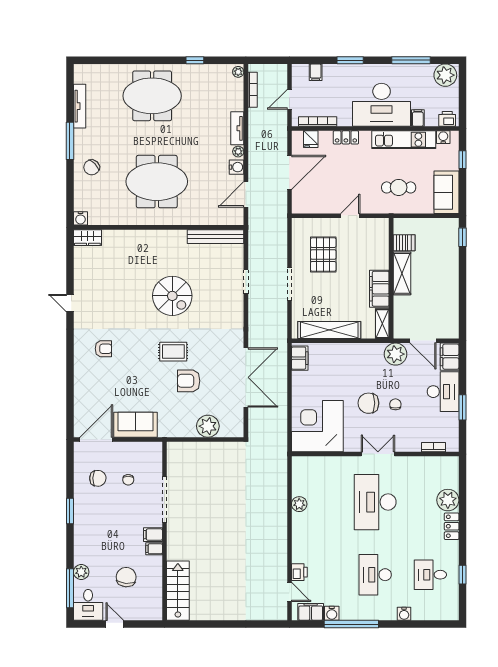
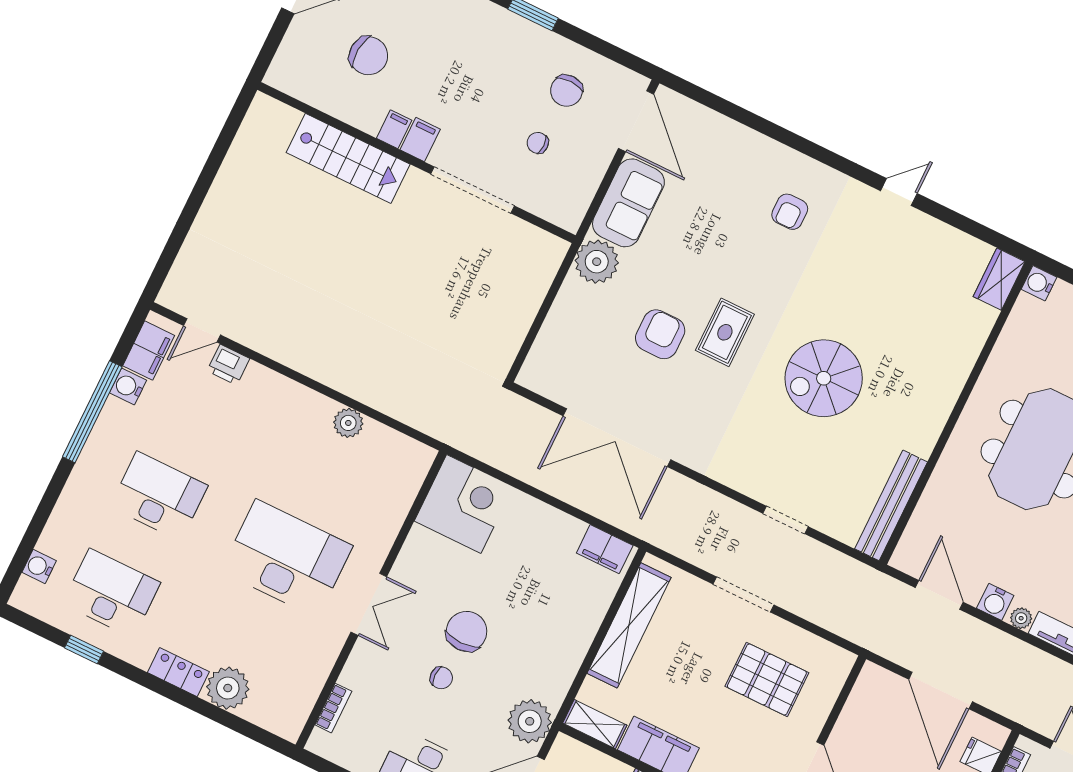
plant: (208, 426) -> (597, 262), moved
corner desk: (317, 426) -> (464, 504), width x0.74, depth x0.74
desk: (430, 575) -> (111, 593), width x1.37
stairs: (178, 591) -> (348, 158), moved
water cooler: (404, 614) -> (39, 567), moved

